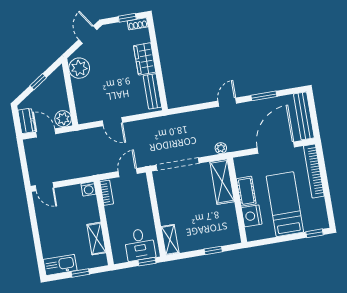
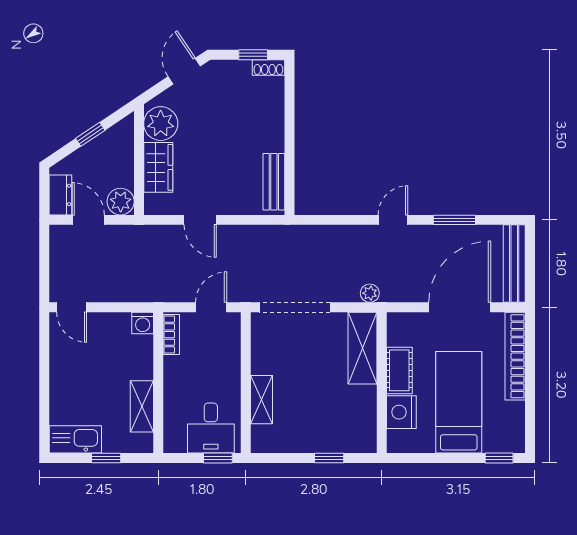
wardrobe: (145, 59) -> (158, 167), moved, turned 180
shelving: (170, 240) -> (262, 400), moved

